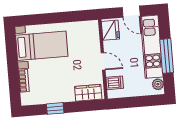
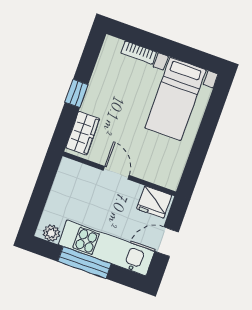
door: (103, 61) -> (116, 173), swing flipped
dishwasher: (115, 83) -> (80, 175), removed
window: (55, 108) -> (76, 93), moved

